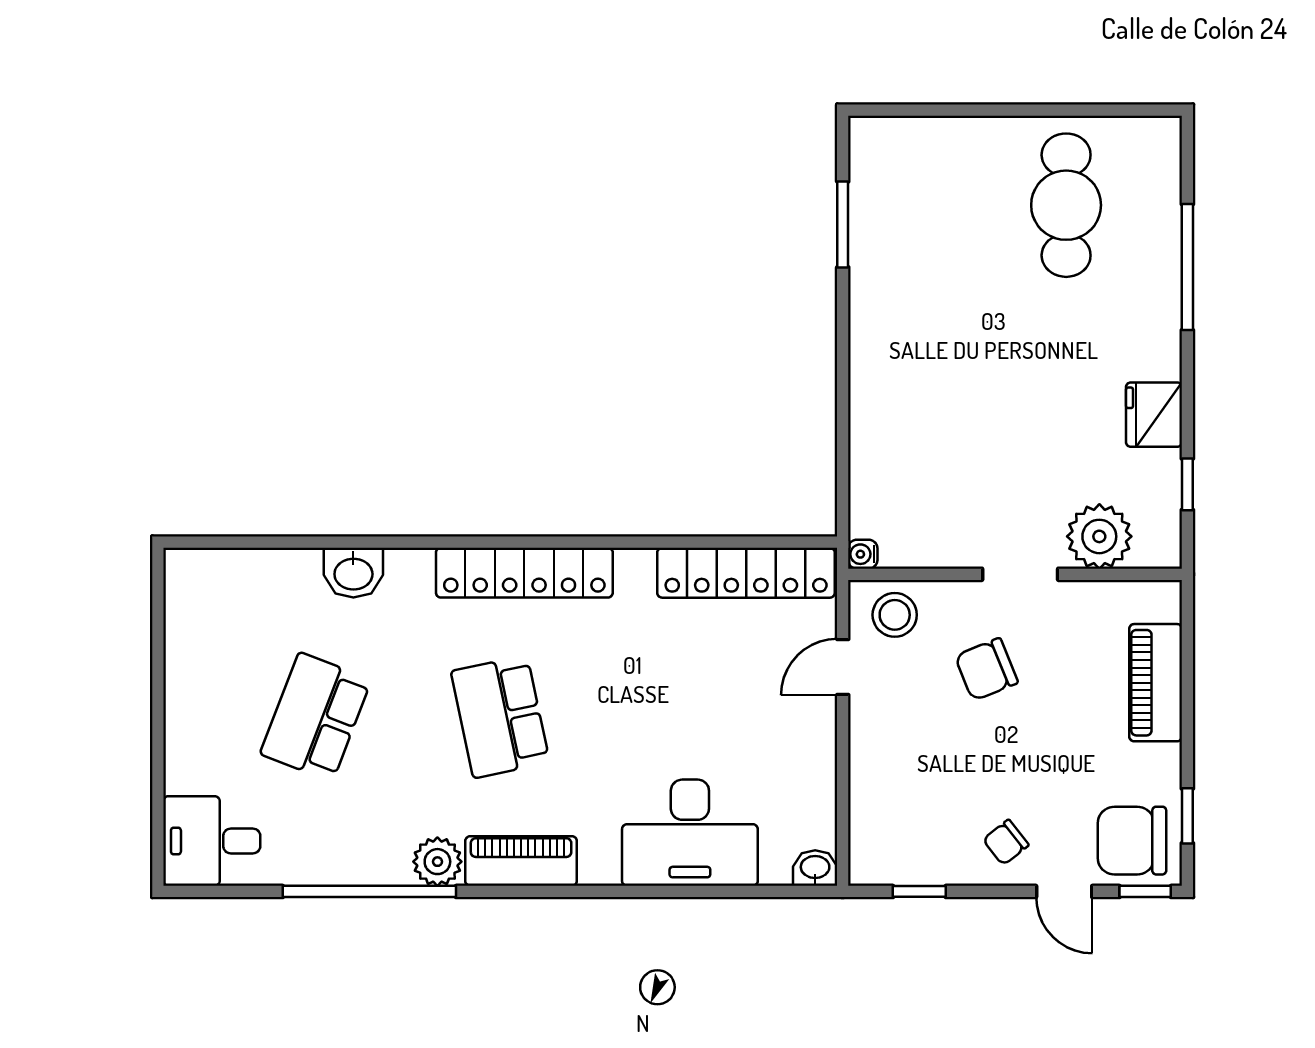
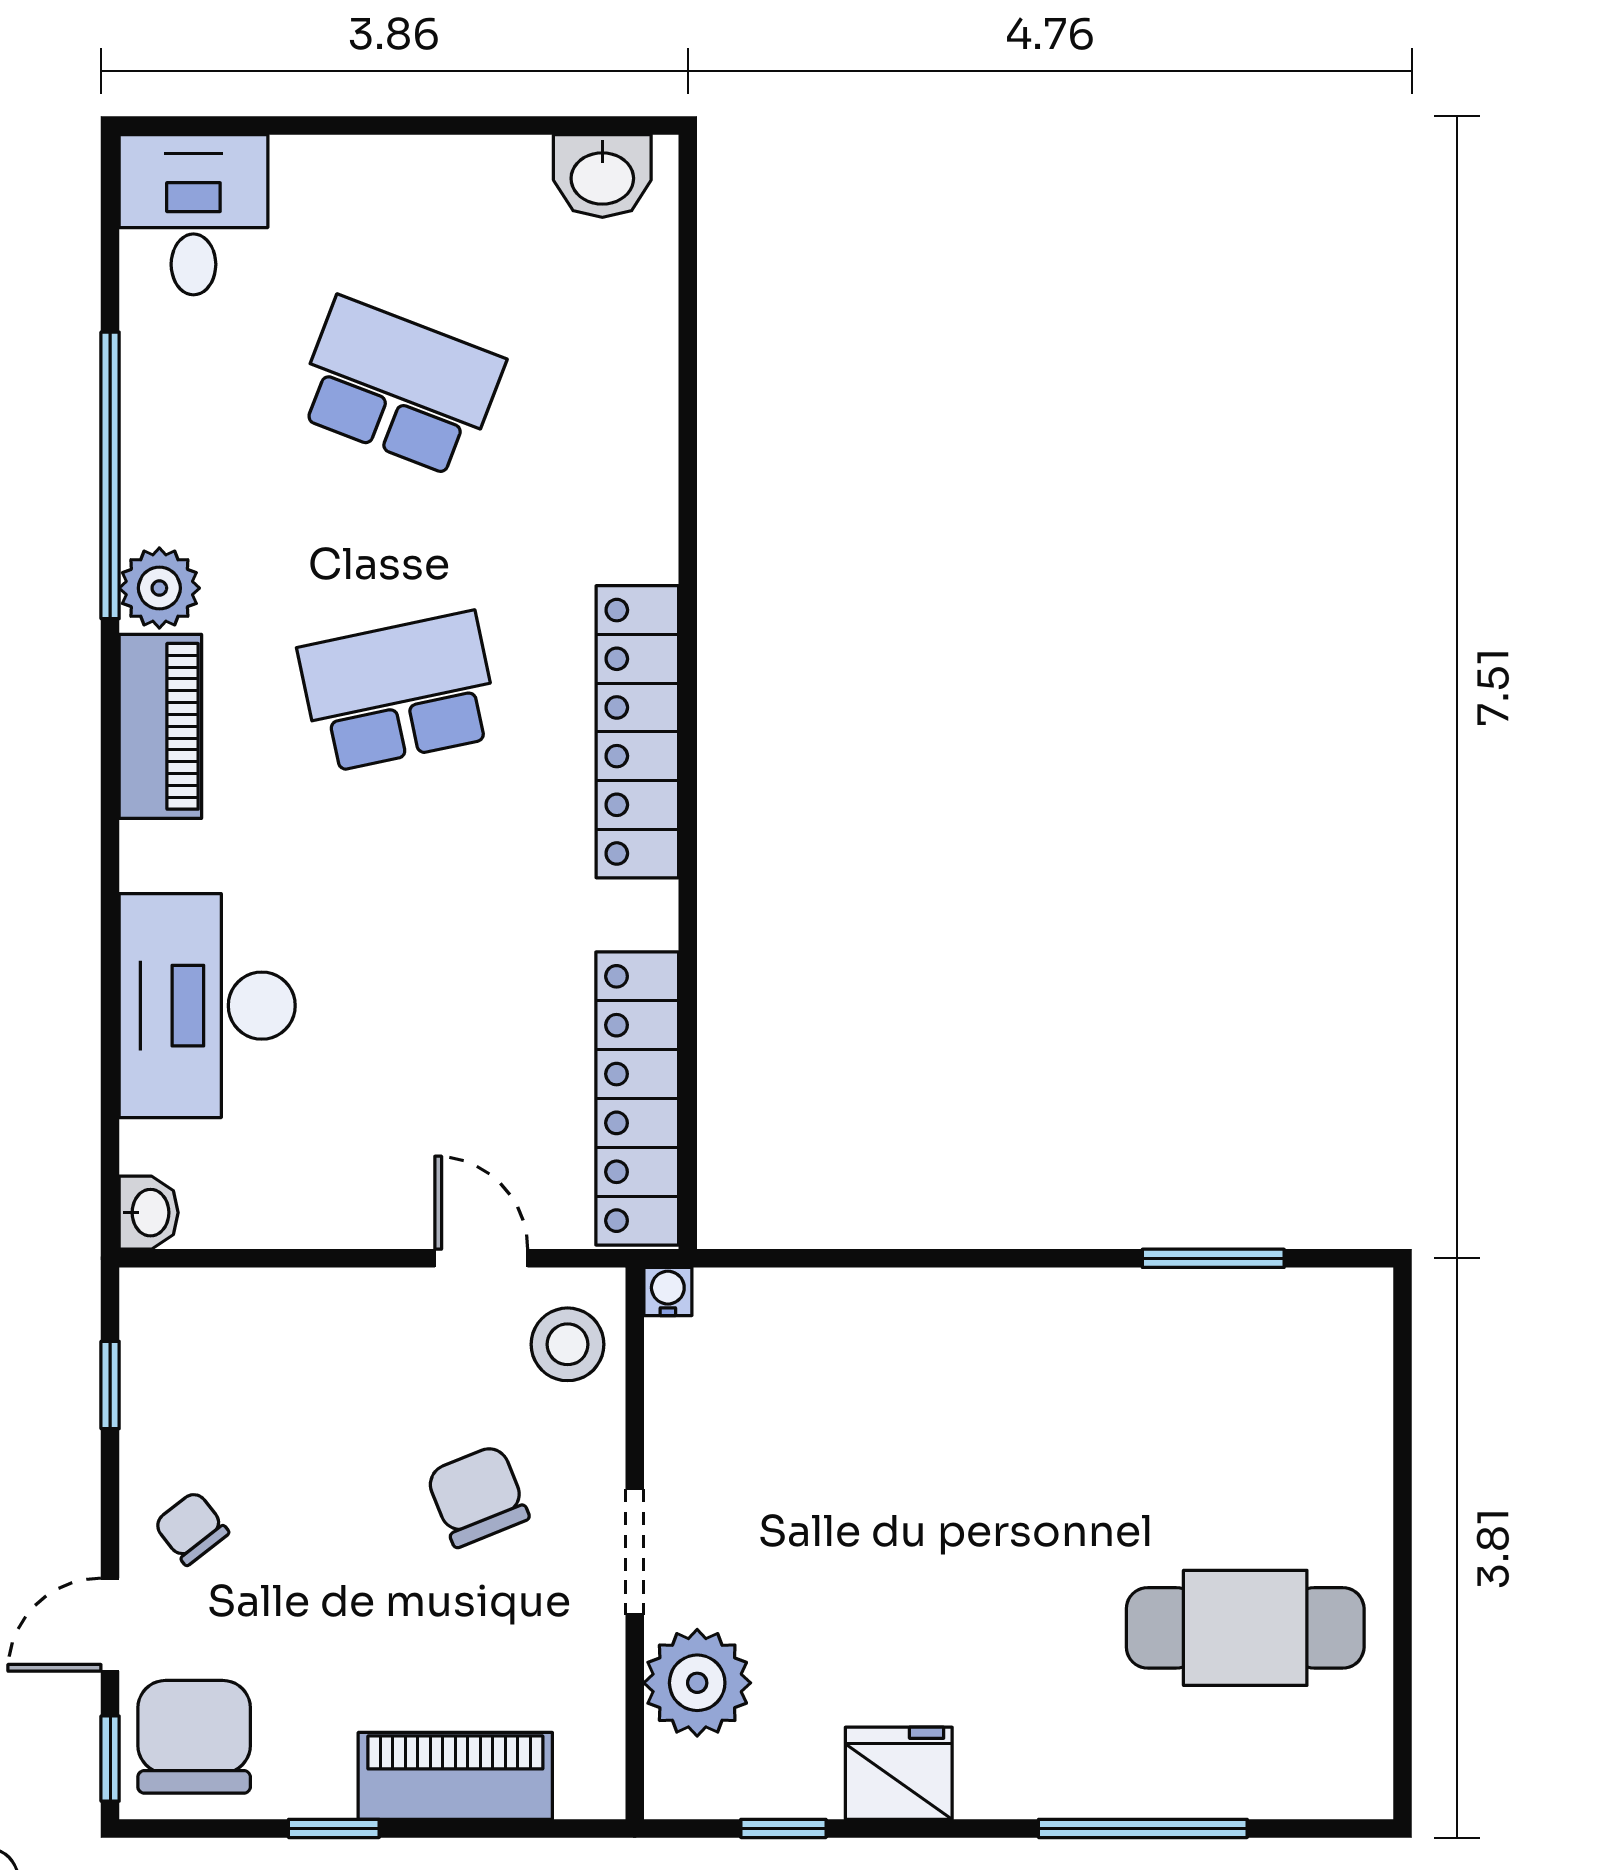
washbasin: (353, 573) -> (602, 176), moved, turned -90
window: (1187, 816) -> (334, 1828), moved

